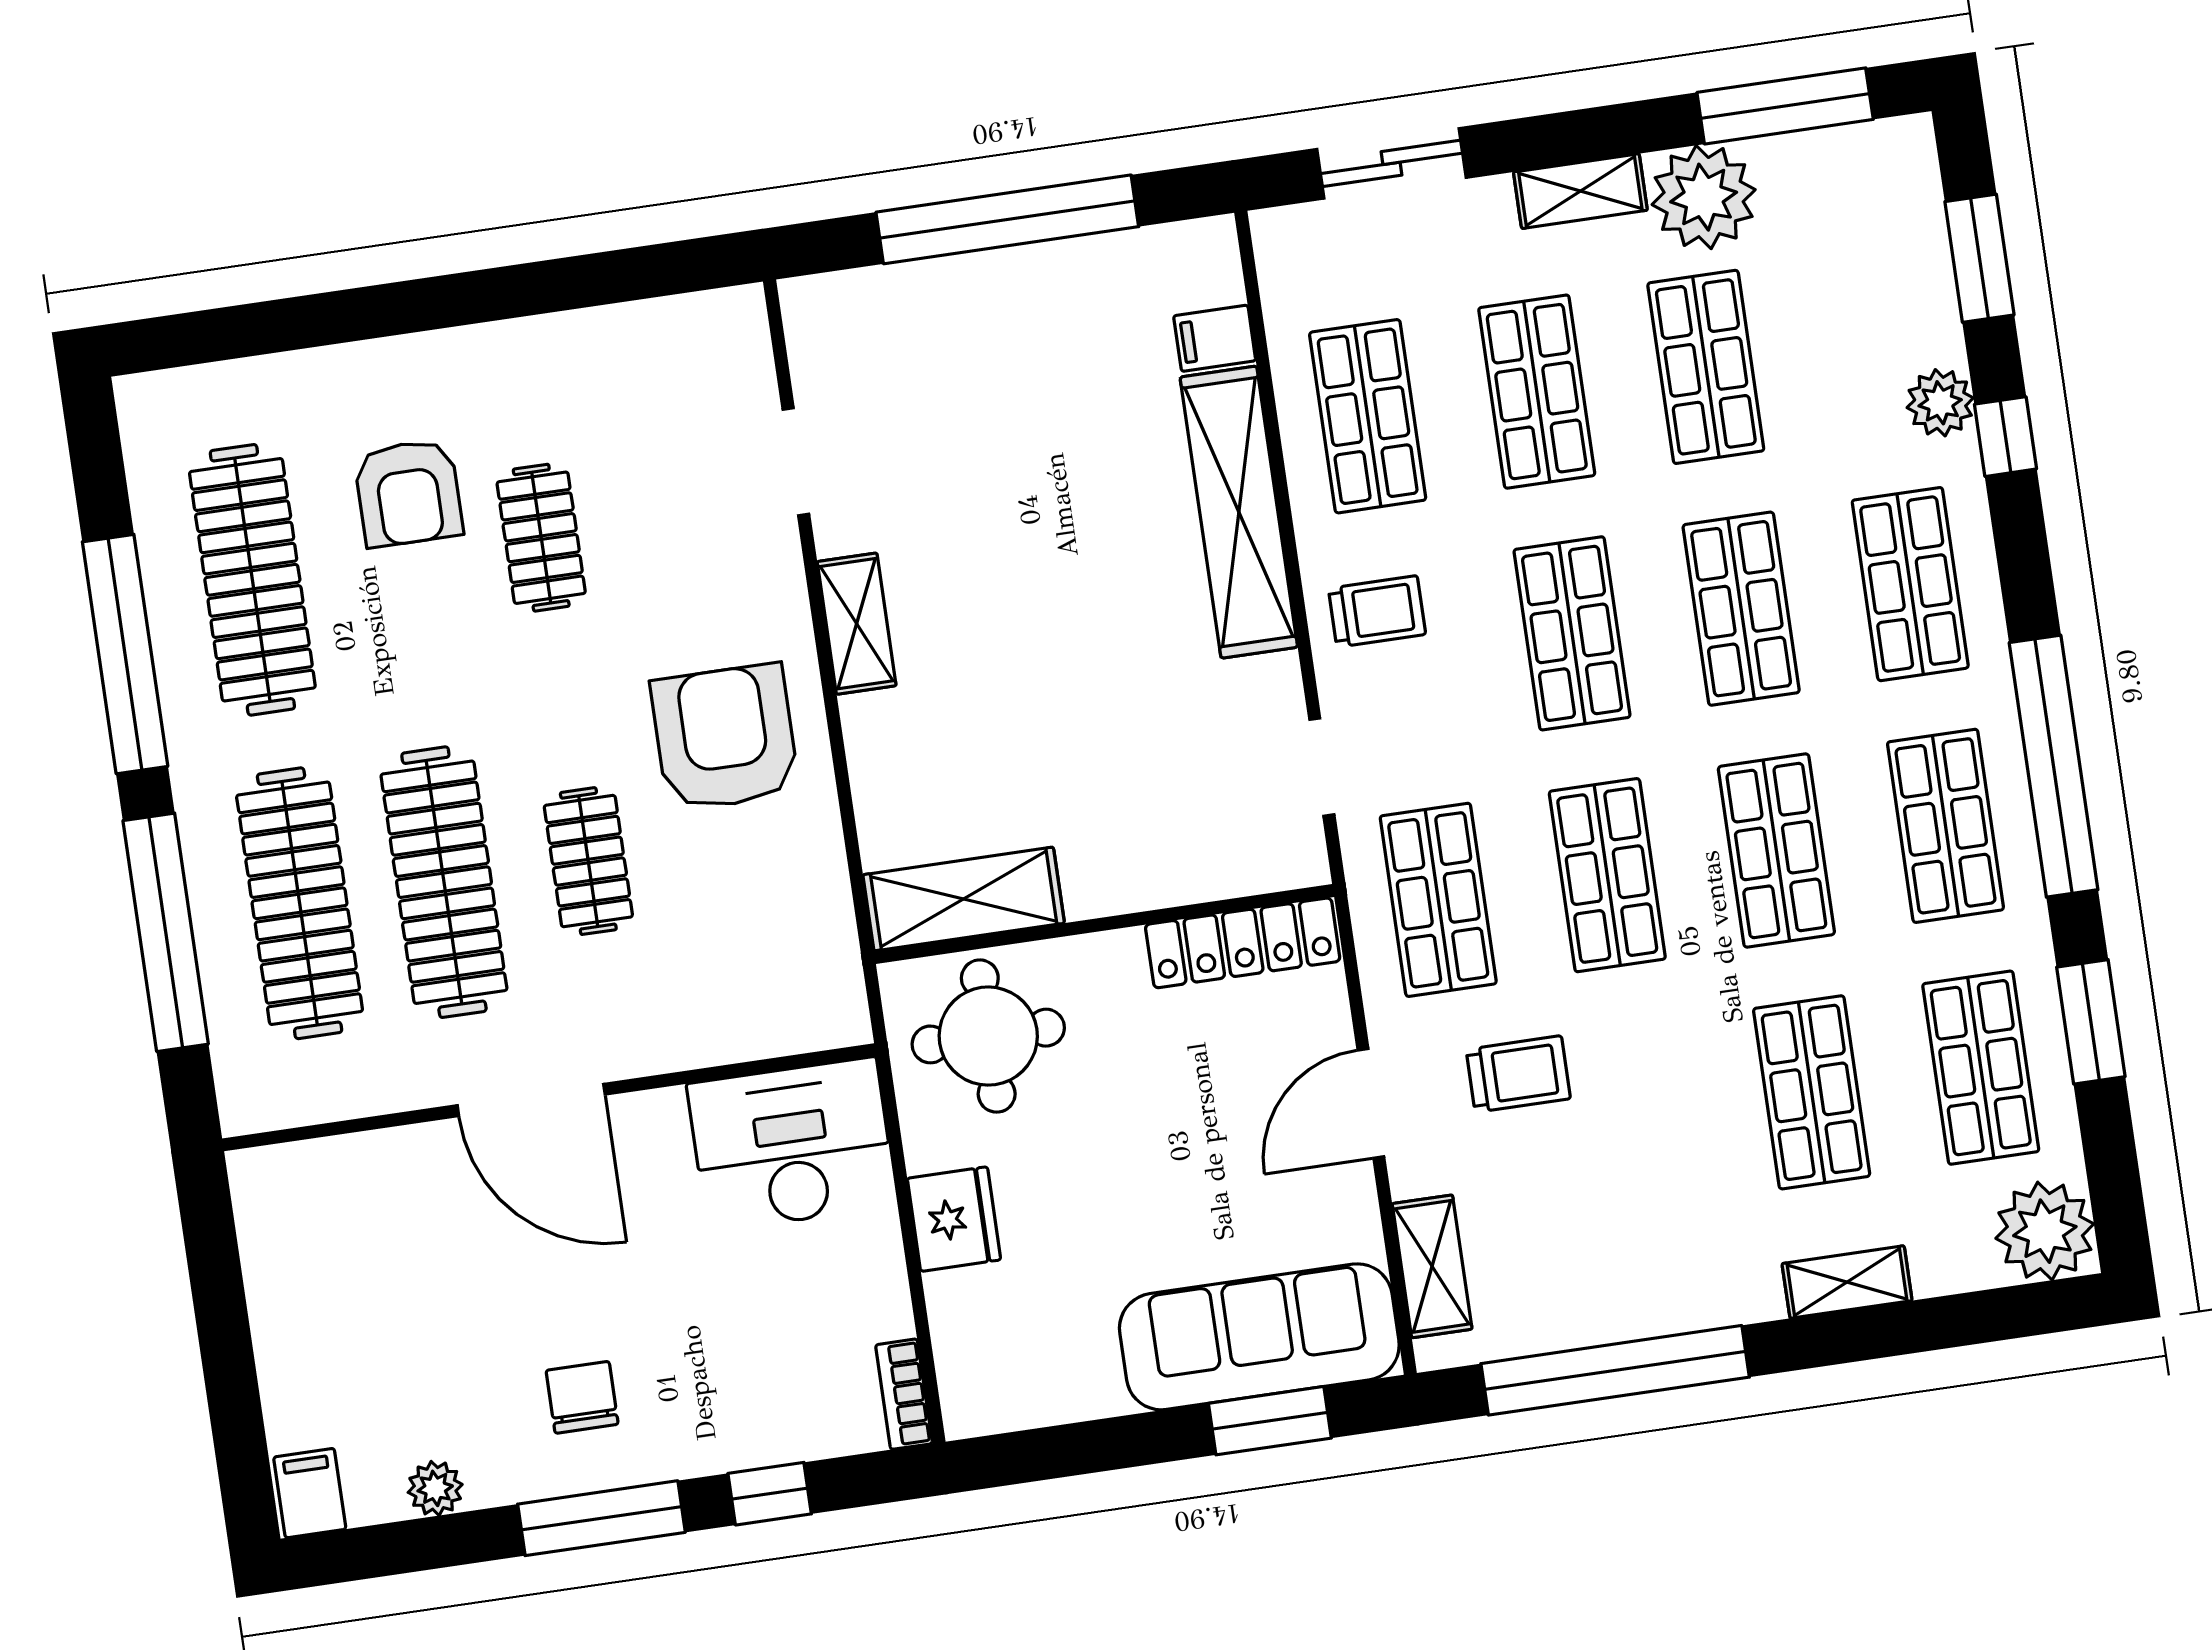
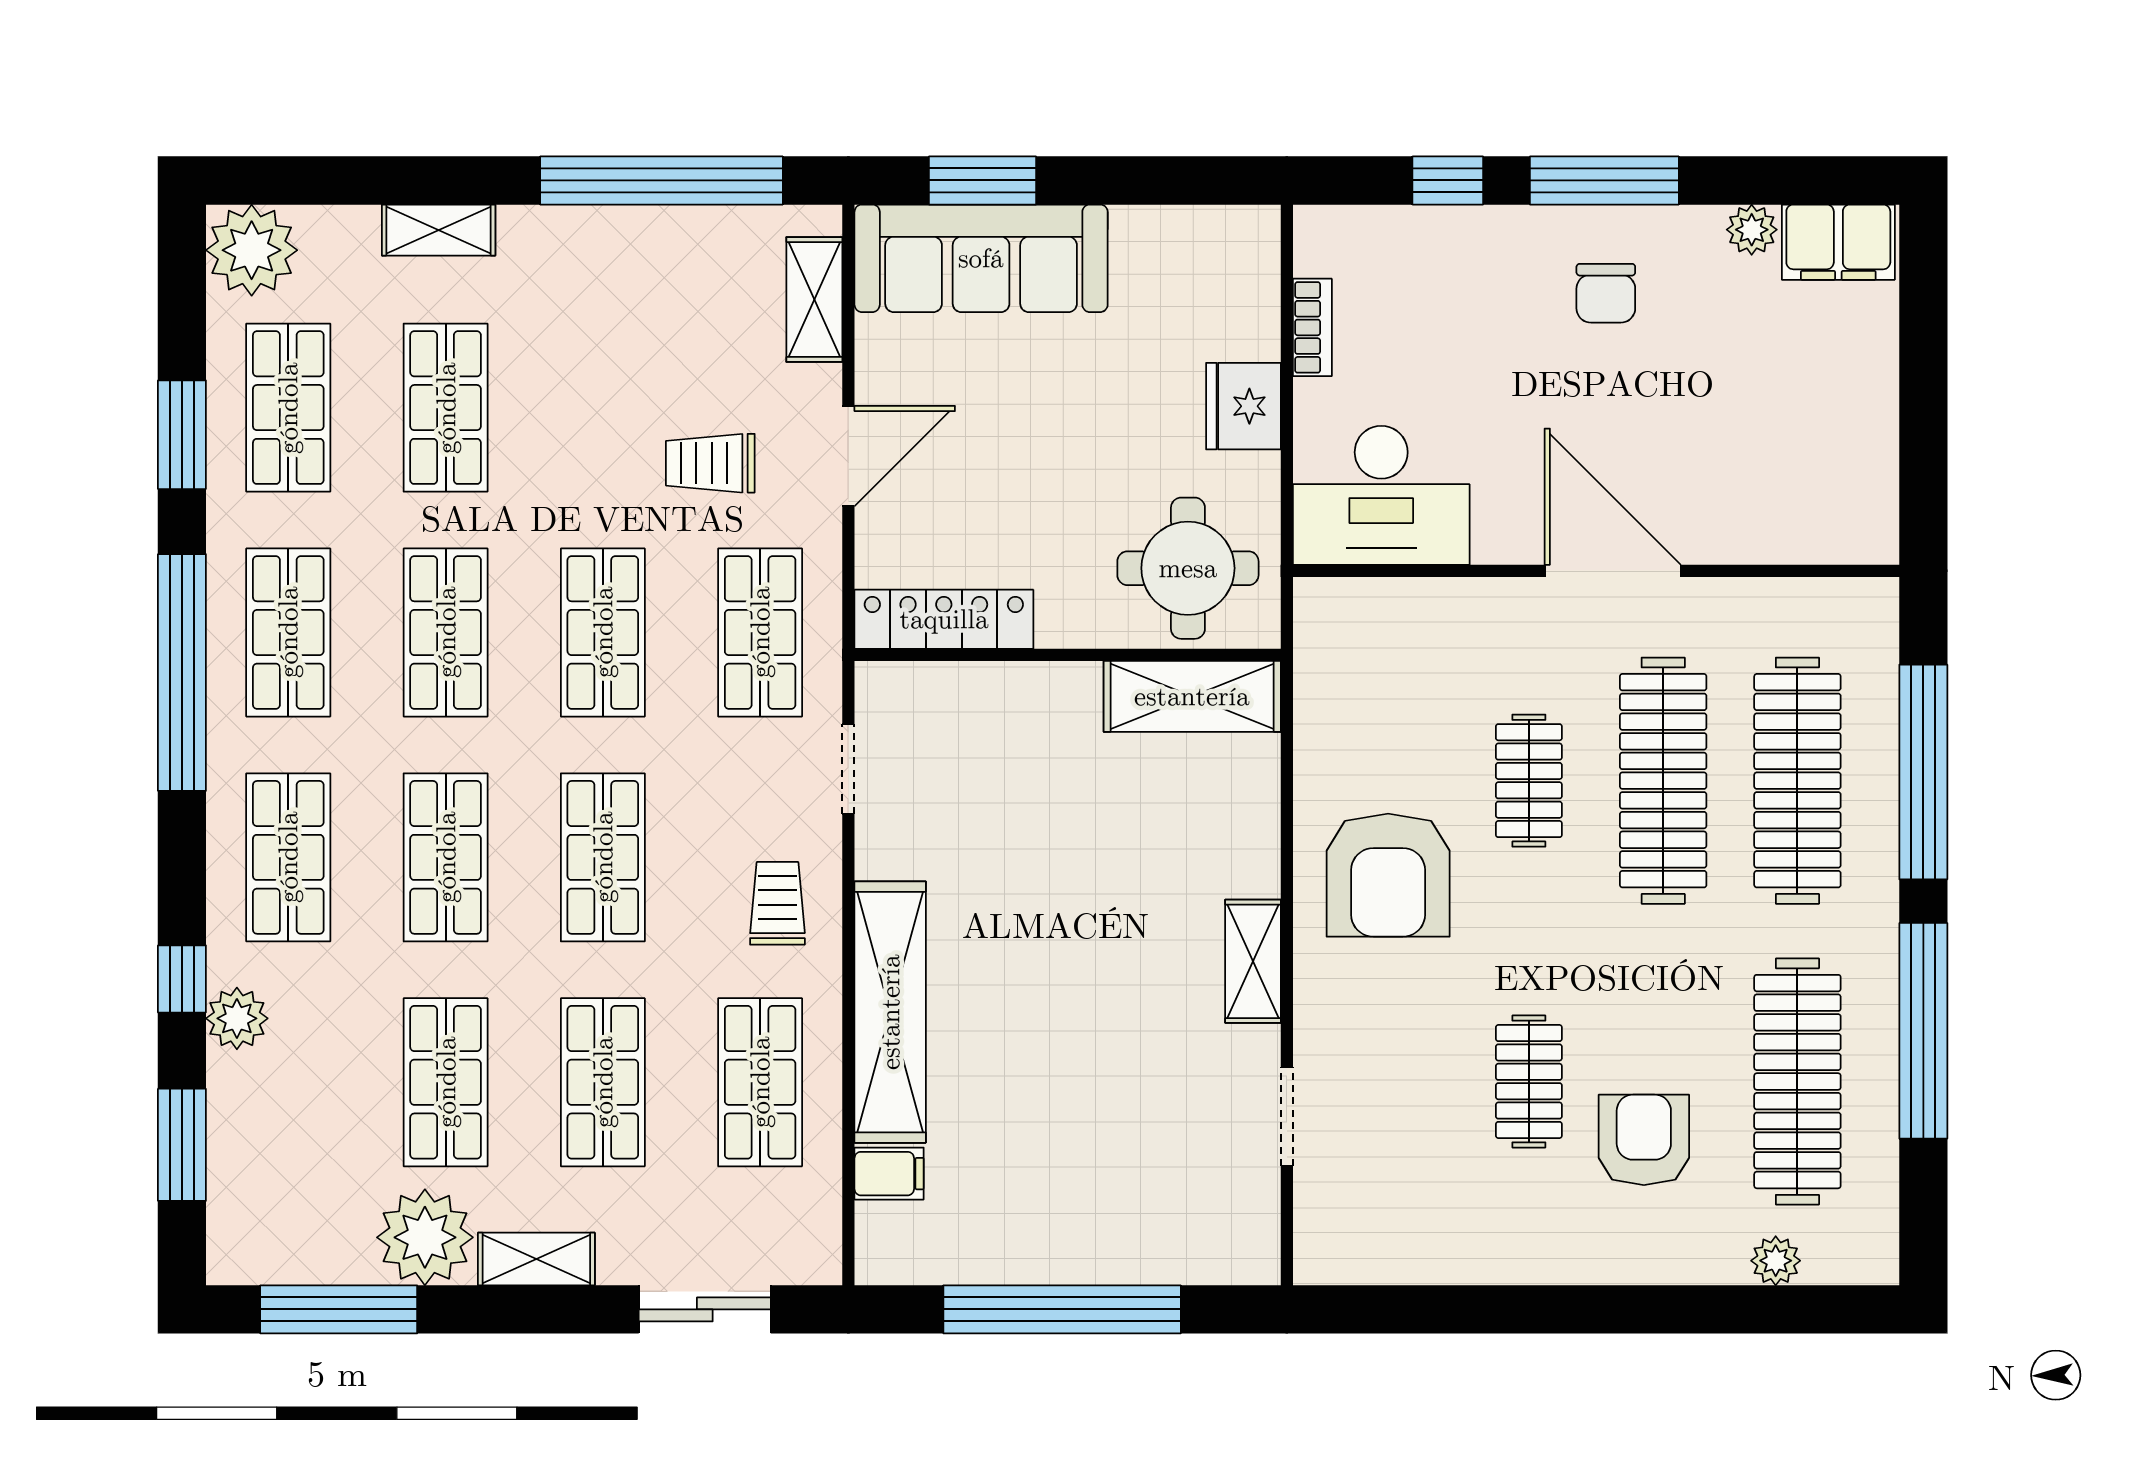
plant: (248, 384) -> (1776, 1261), added
trolley: (1377, 611) -> (777, 903), turned 90
bookcase: (904, 1394) -> (1312, 327), moved
filing cabinet: (310, 1493) -> (1838, 242), width x2.00

